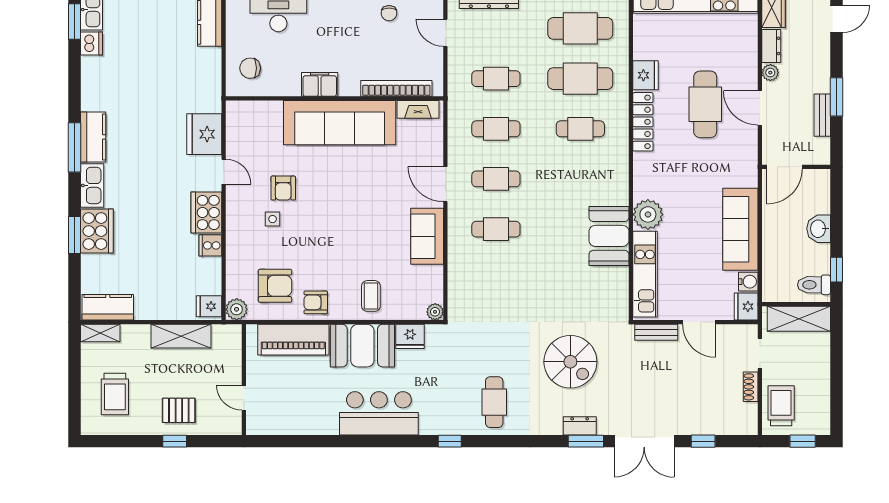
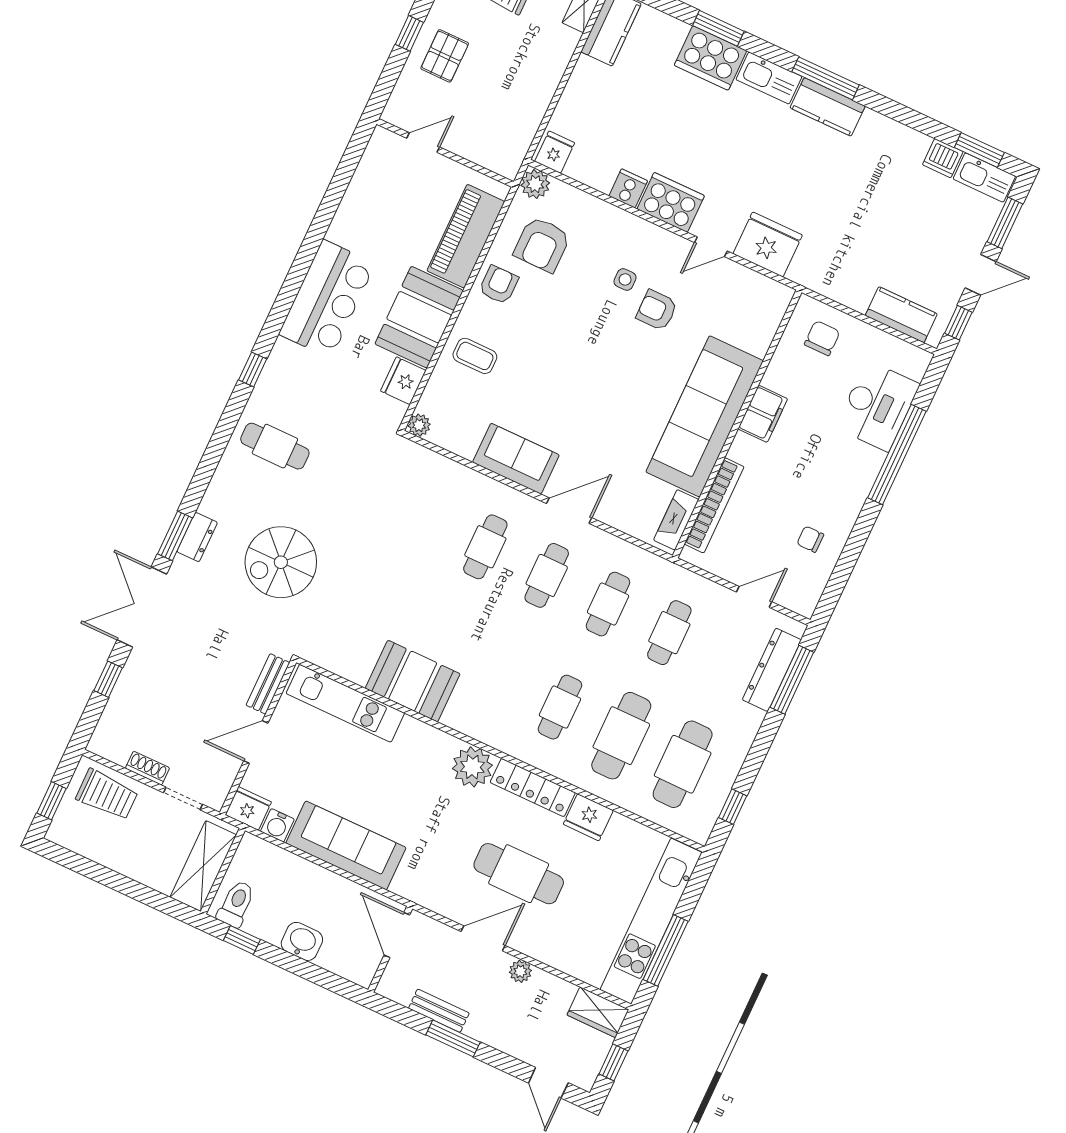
dresser: (771, 46) -> (552, 988), removed
plant: (648, 214) -> (472, 767), moved
shelving: (181, 336) -> (534, 101), removed

